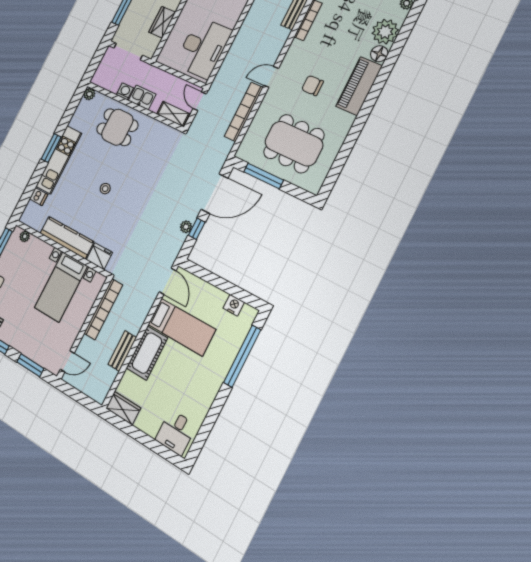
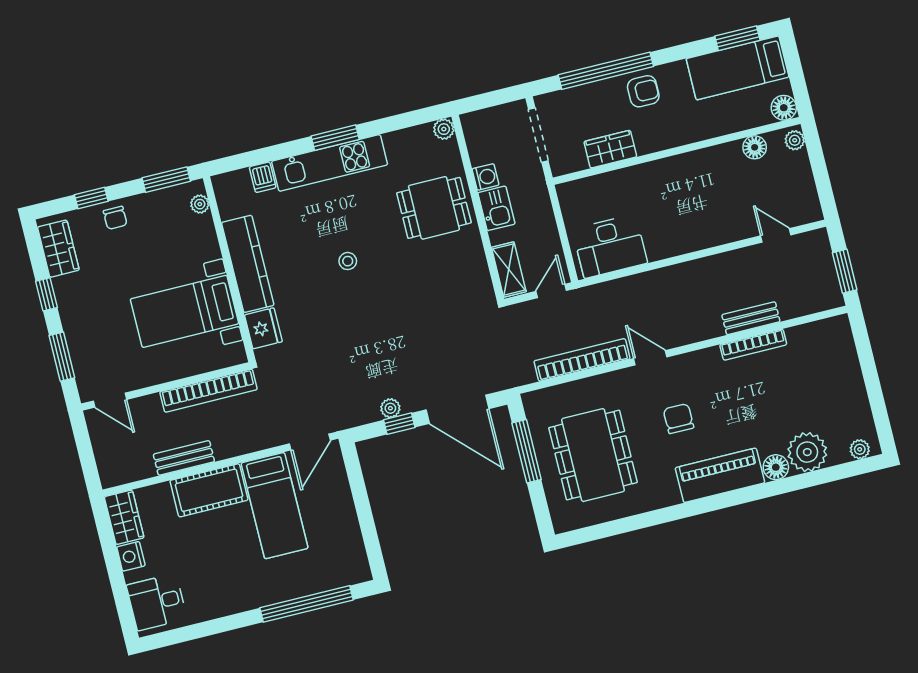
desk: (203, 48) -> (610, 246), width x0.73, depth x0.77
dining table: (117, 127) -> (434, 208), turned 90
nightstand: (234, 305) -> (131, 556), moved, turned 180

